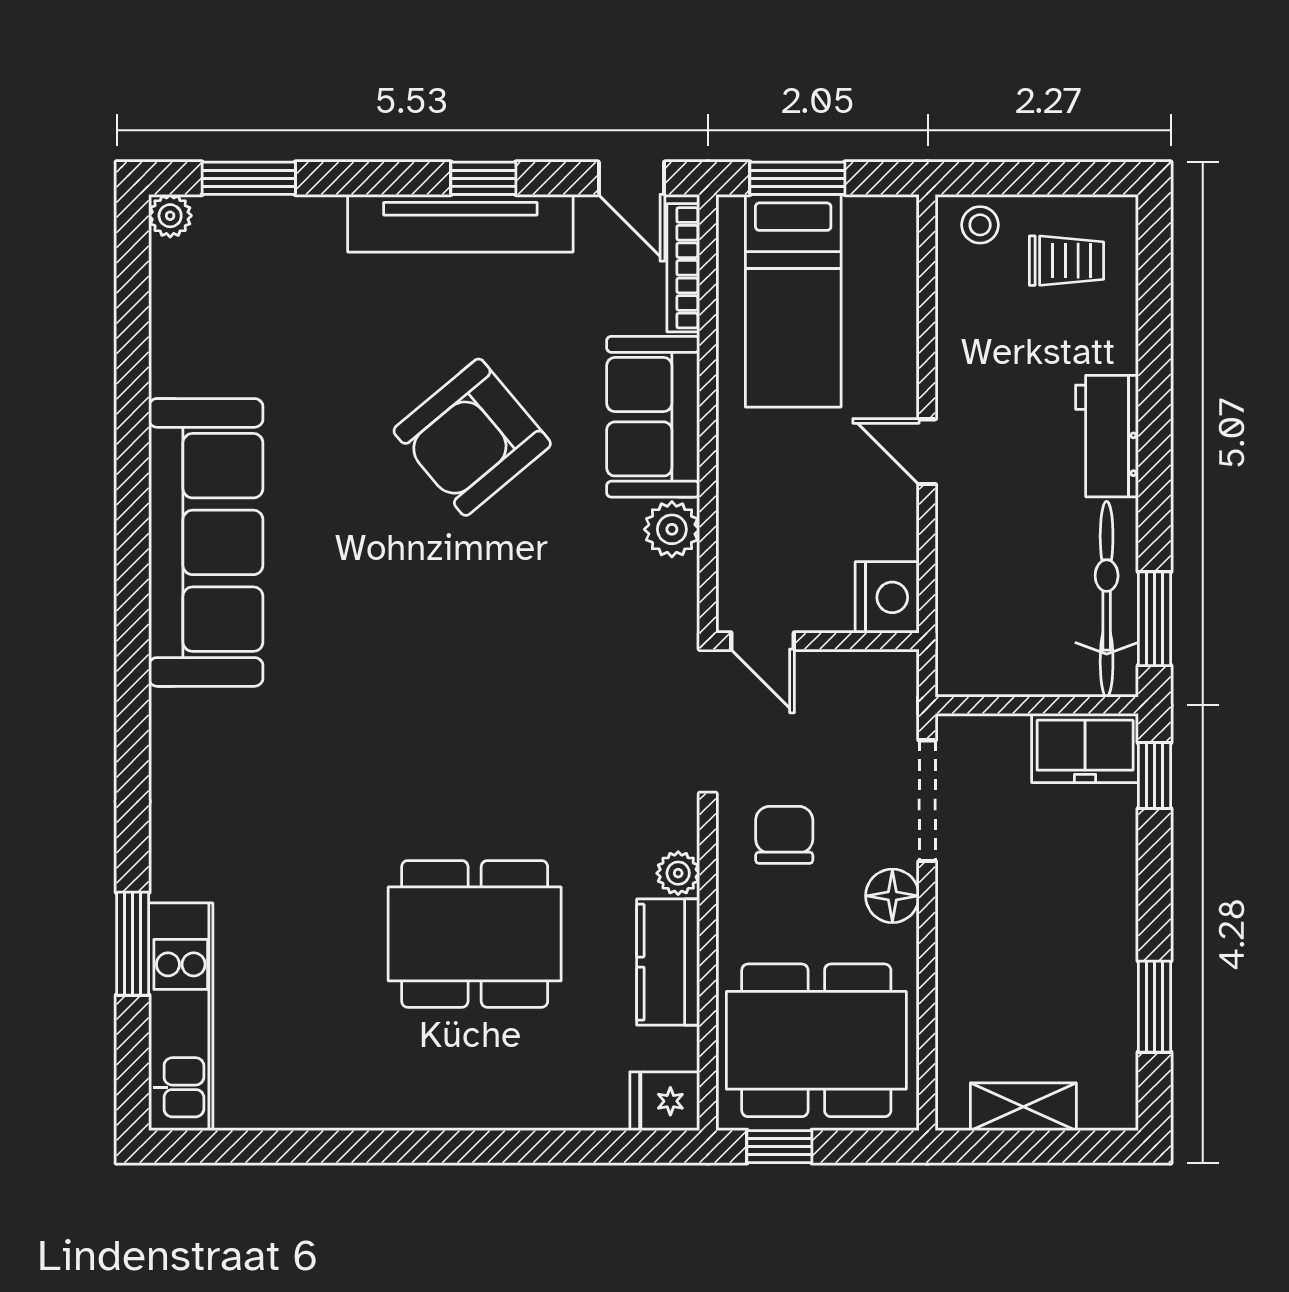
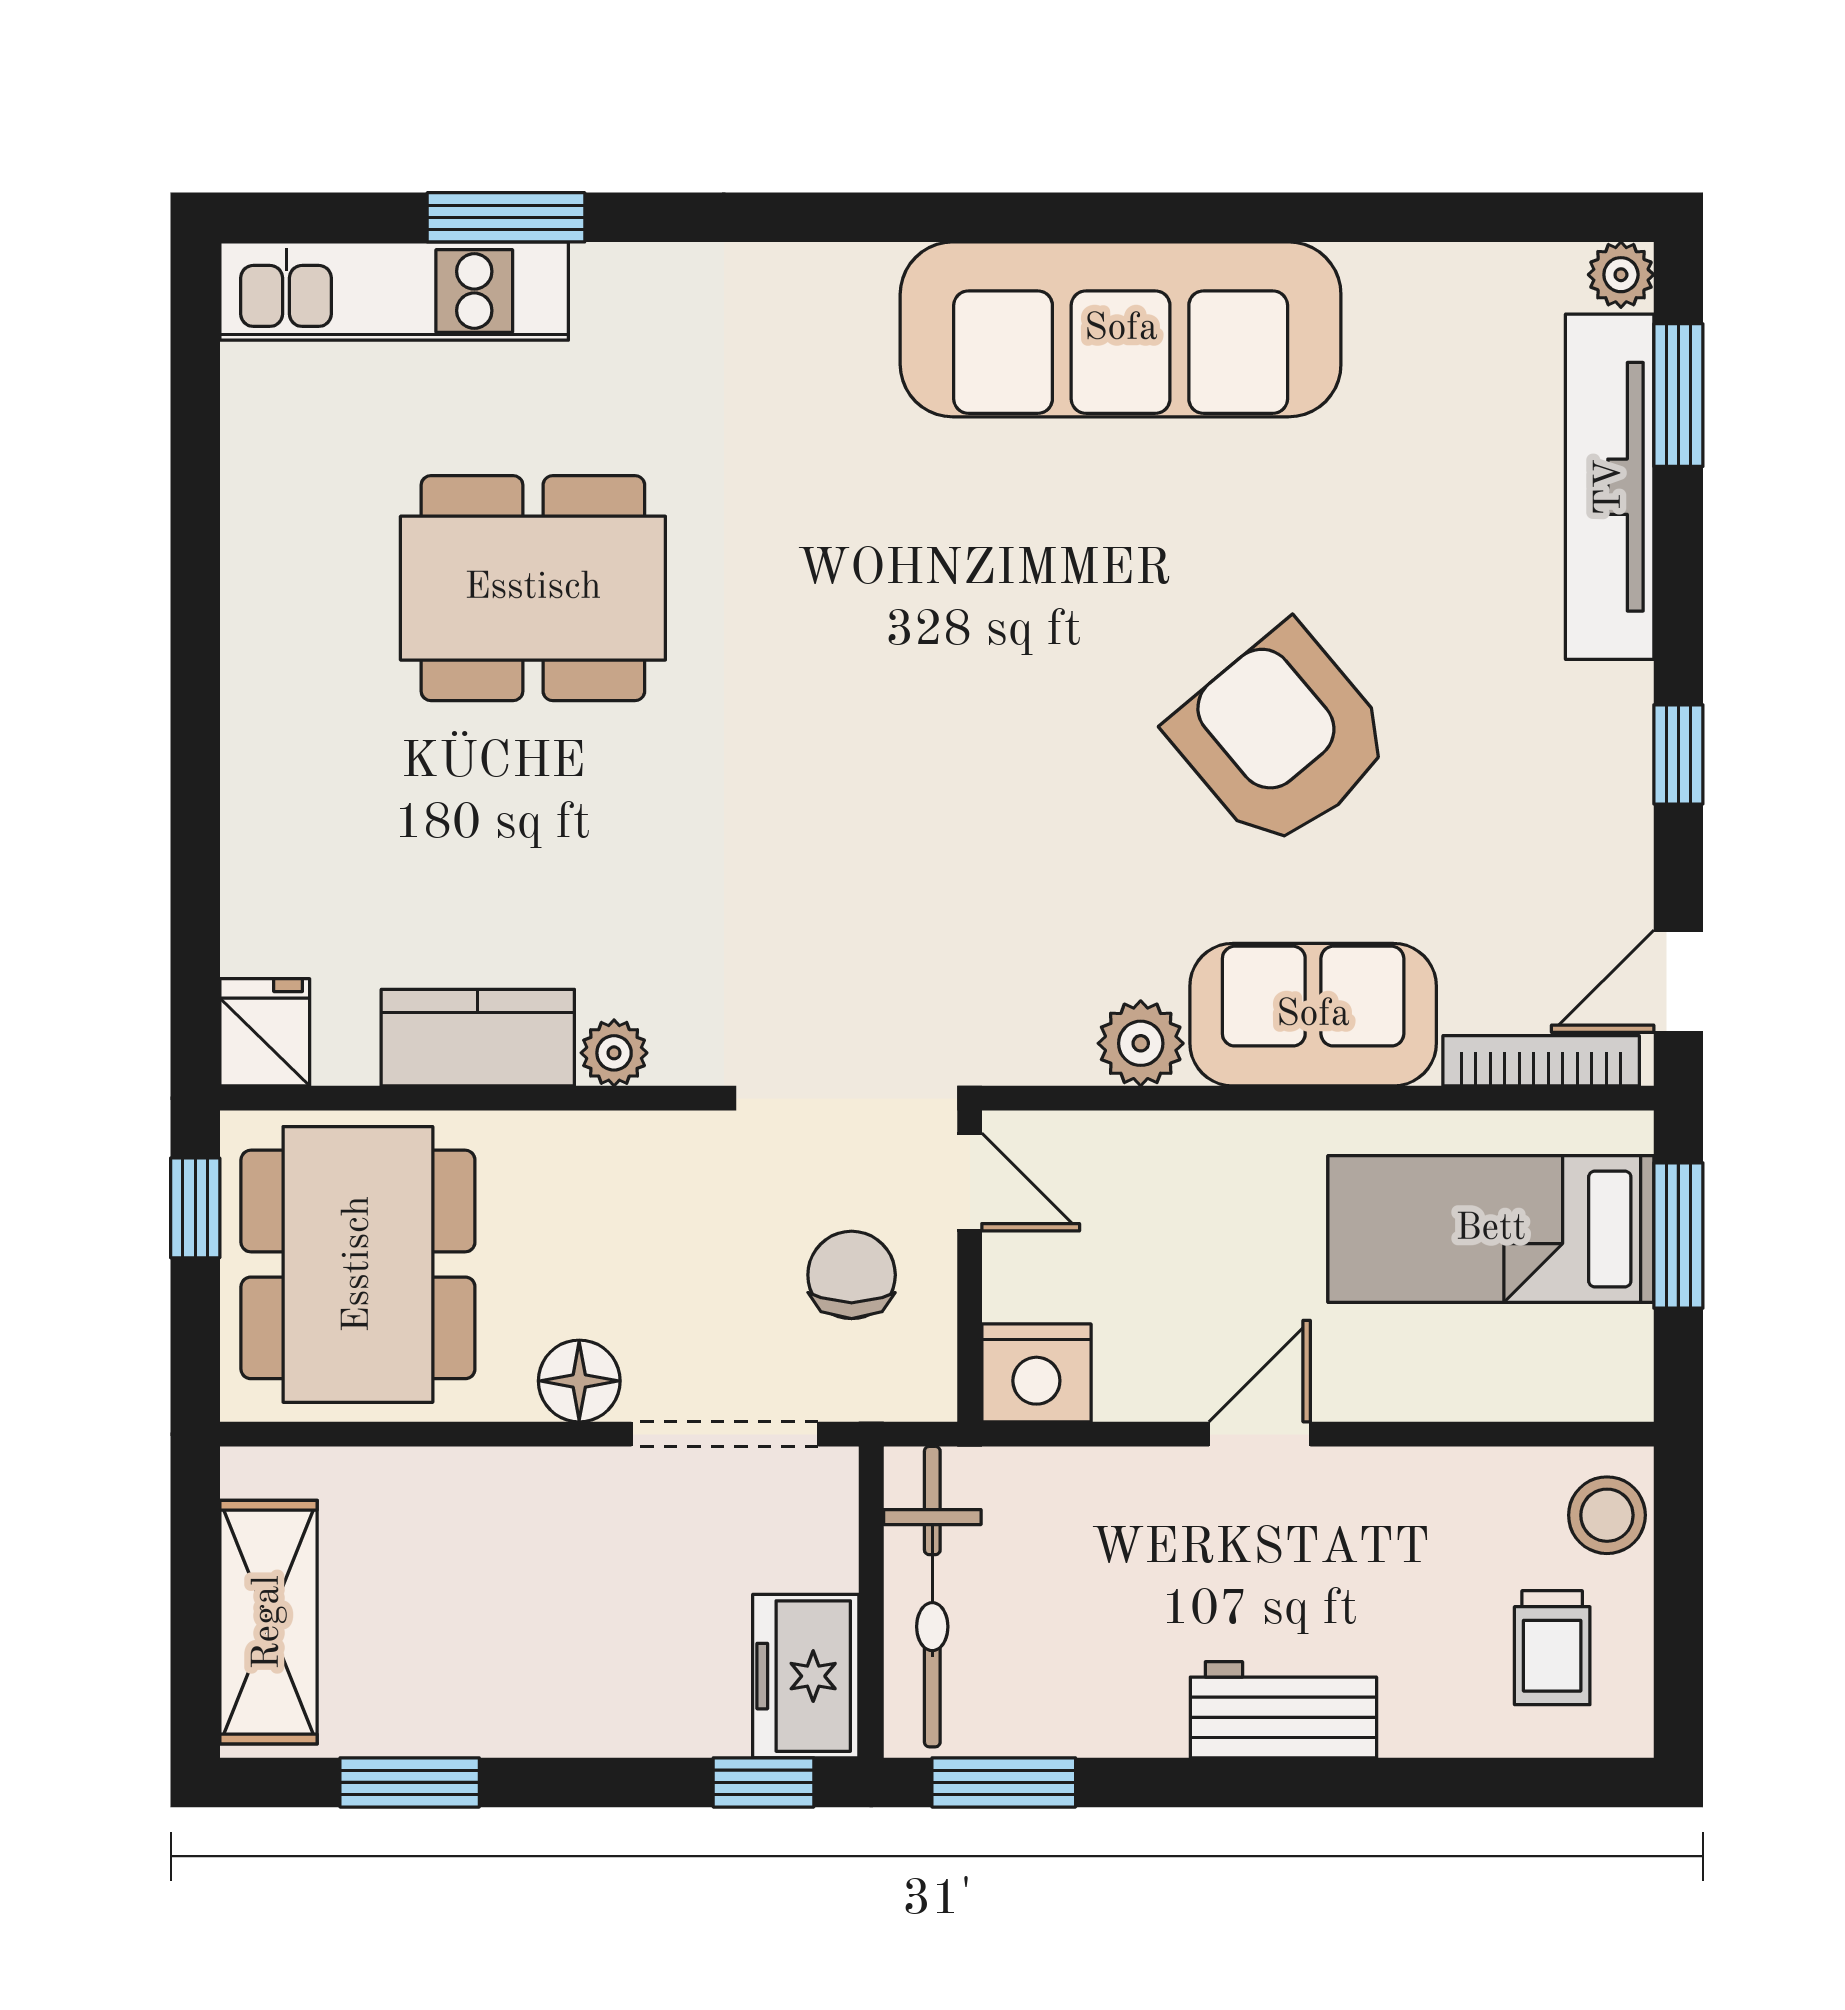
tv unit: (460, 223) -> (1610, 487), moved
stool: (980, 225) -> (1607, 1515), width x1.37, depth x1.37
bicycle: (1107, 599) -> (932, 1597), moved, turned 90
door: (763, 641) -> (970, 1182), swing flipped
chair: (784, 835) -> (852, 1275), moved, turned -90
dining table: (475, 934) -> (533, 588), moved, turned 90
shelving: (1023, 1107) -> (268, 1622), width x1.50, depth x1.33

